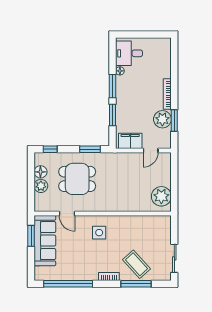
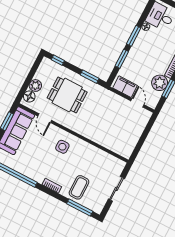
door: (151, 150) -> (137, 103), swing flipped
floor lamp: (40, 172) -> (29, 97), moved
plant: (161, 196) -> (127, 144), removed
sliding door: (174, 258) -> (116, 189), moved
coffee table: (136, 264) -> (79, 187), turned 42
window: (136, 284) -> (80, 208), moved

